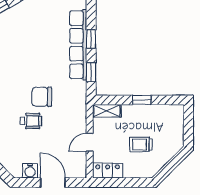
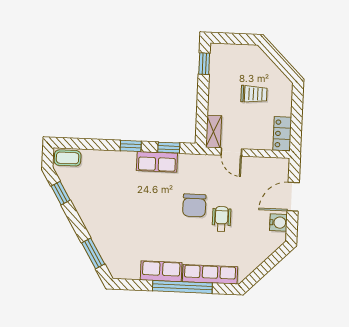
row of seats: (78, 45) -> (157, 162), width x0.50
window: (142, 100) -> (204, 64), moved
door: (90, 142) -> (231, 152), moved
trolley: (141, 144) -> (254, 94), turned -90

